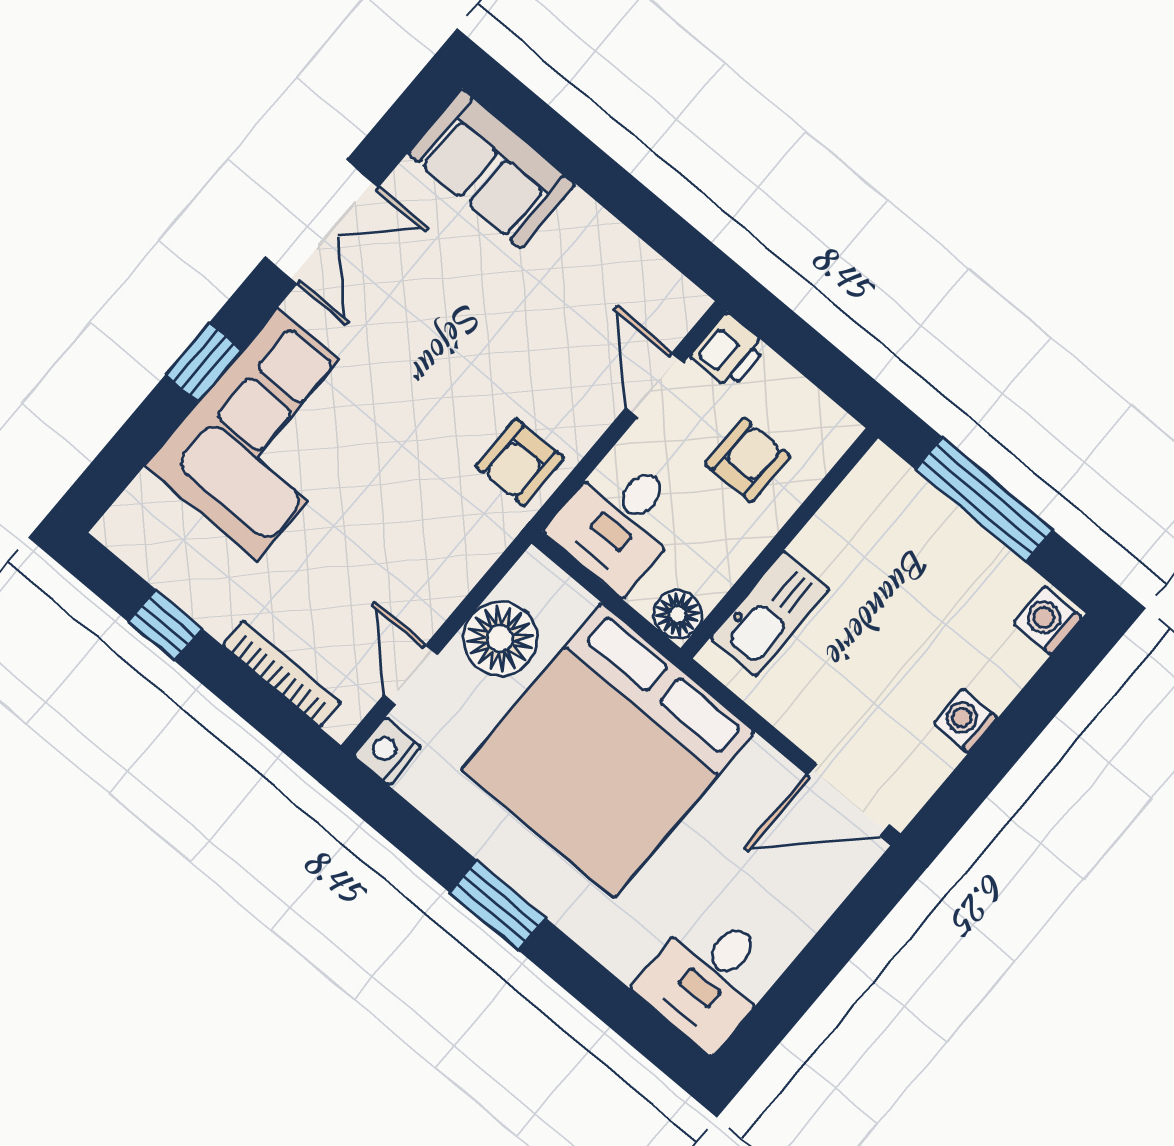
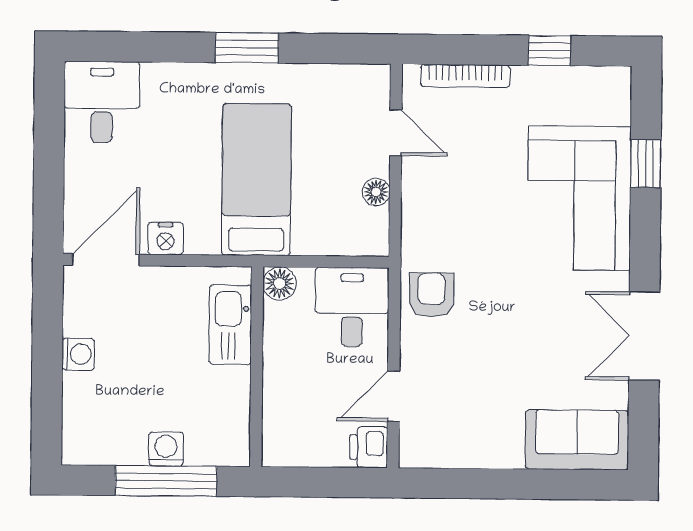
window: (204, 362) -> (646, 164), moved
door: (655, 385) -> (393, 396), swing flipped
armchair: (748, 460) -> (310, 397), removed
washing machine: (1048, 621) -> (166, 449), moved, turned -90
floor lamp: (500, 639) -> (376, 192), width x0.53, depth x0.53
nightstand: (387, 751) -> (166, 239), moved, turned 90
bed: (608, 751) -> (256, 180), width x0.49

